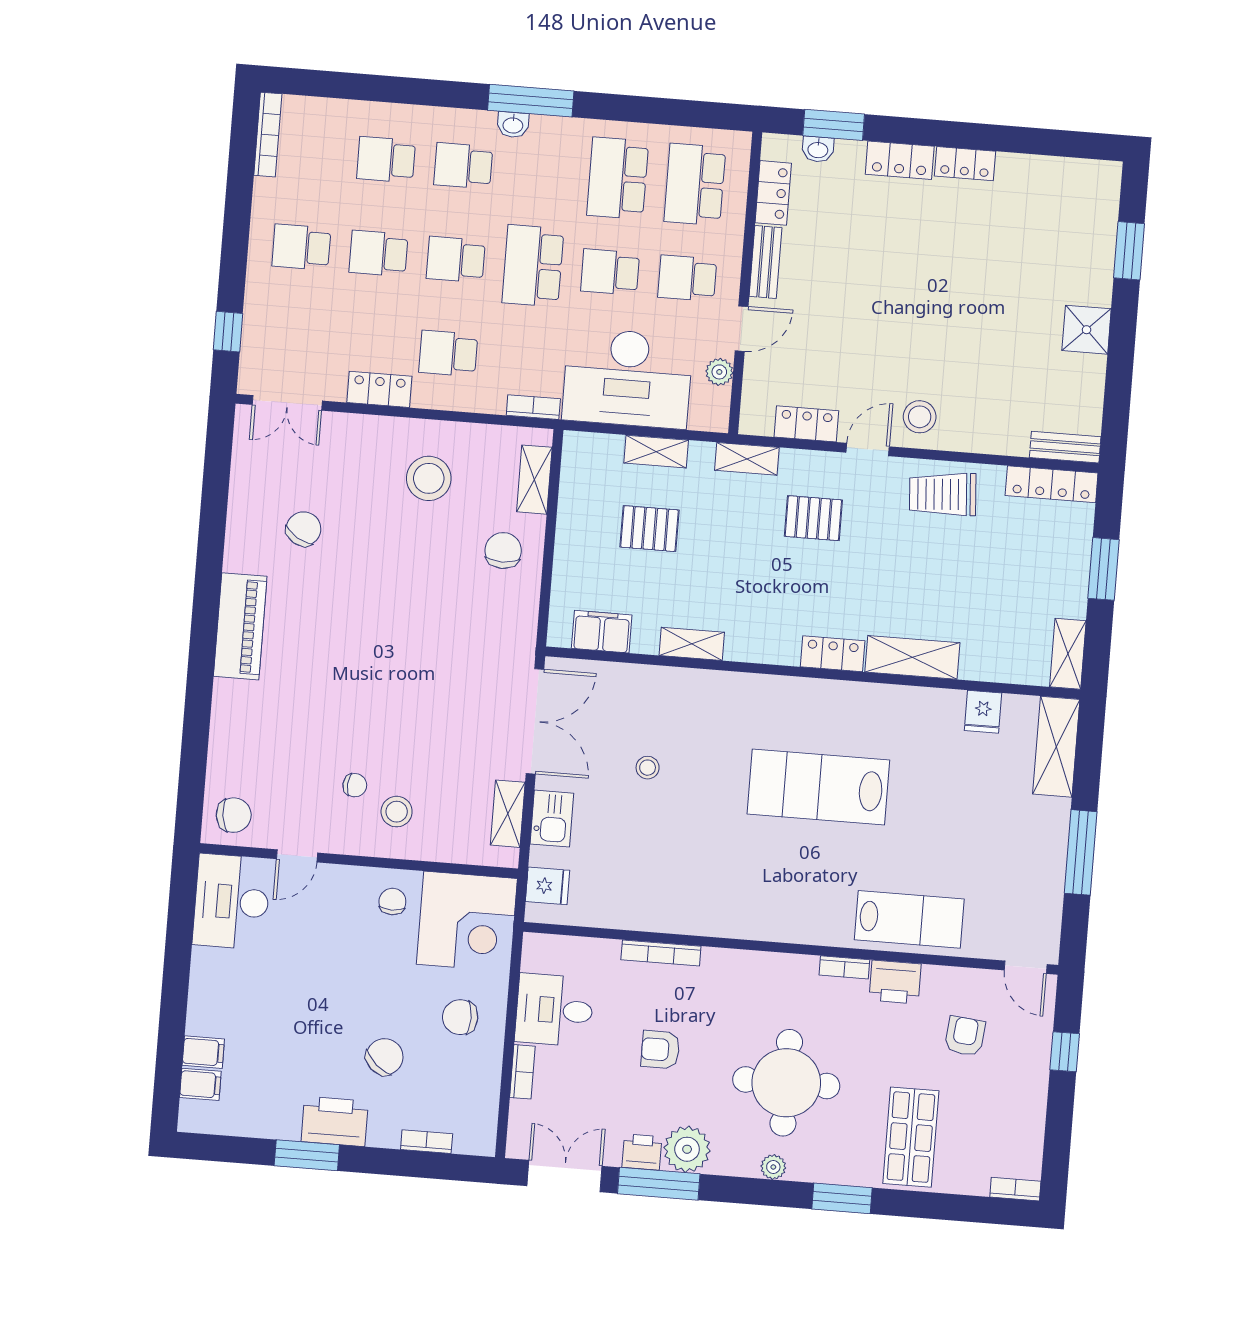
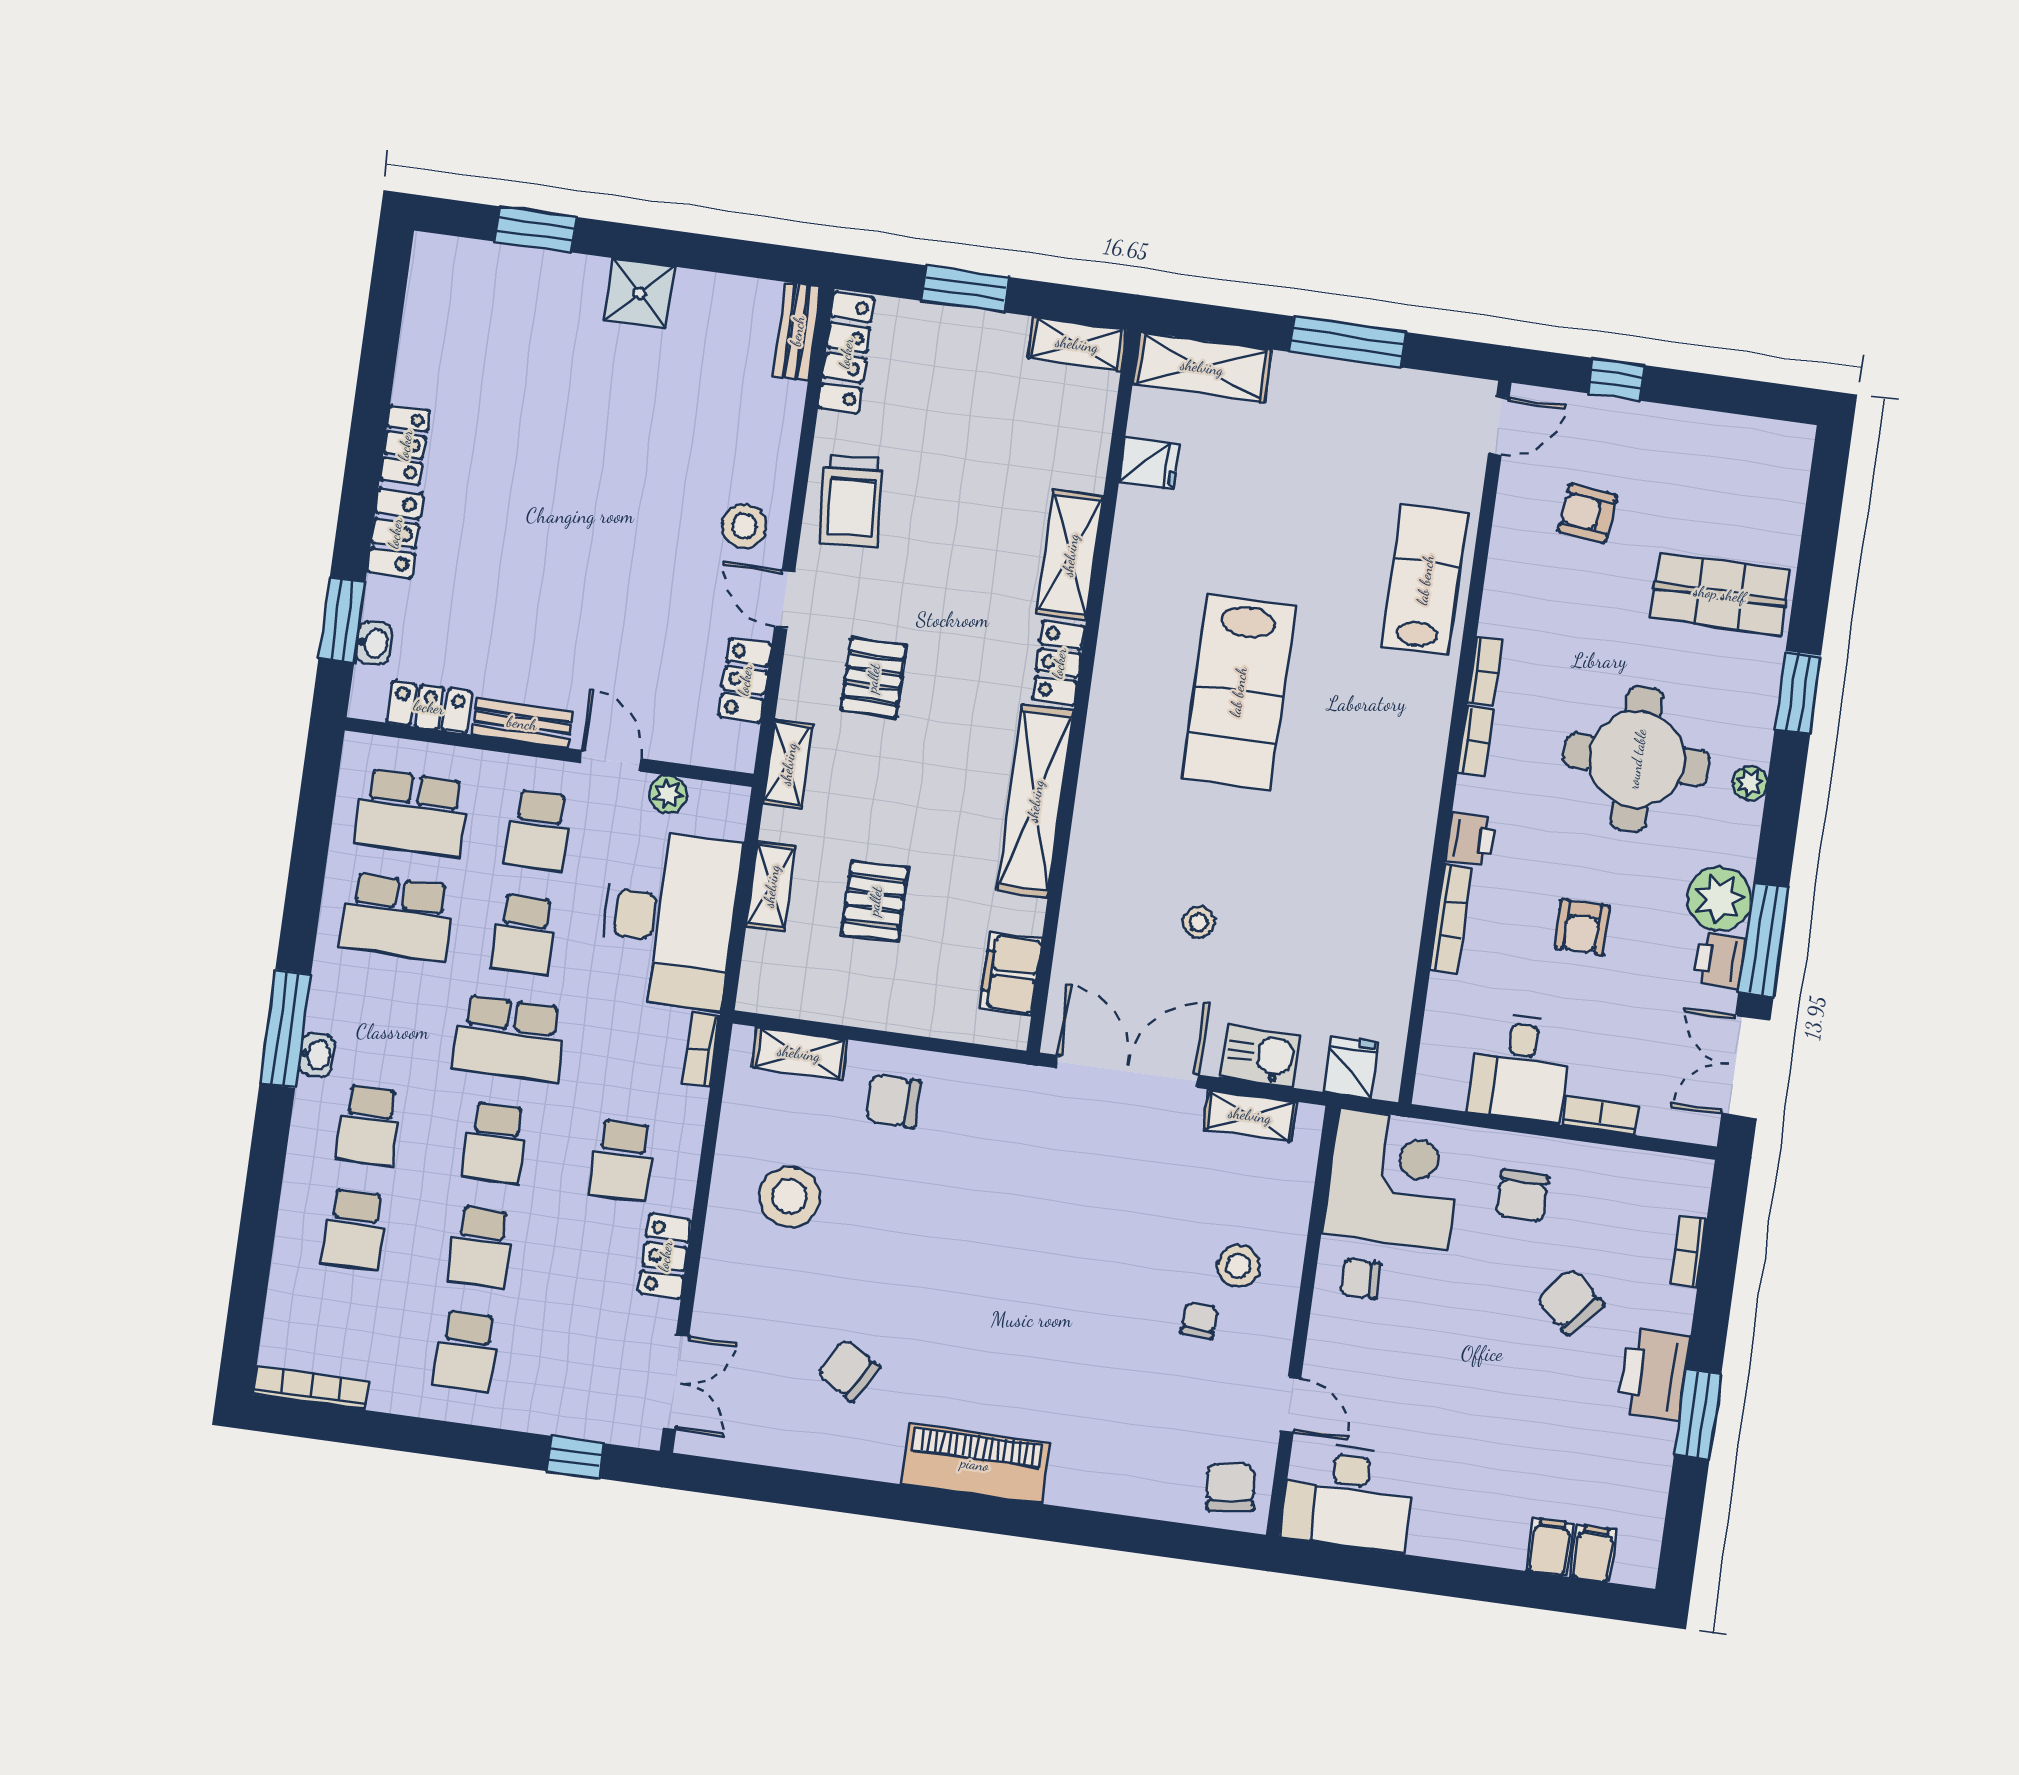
shelving: (692, 644) -> (1035, 801), width x2.20, depth x1.33
printer: (895, 982) -> (1471, 839), moved, width x0.73, depth x0.81
bookcase: (1015, 1189) -> (1475, 741), moved, turned 180

